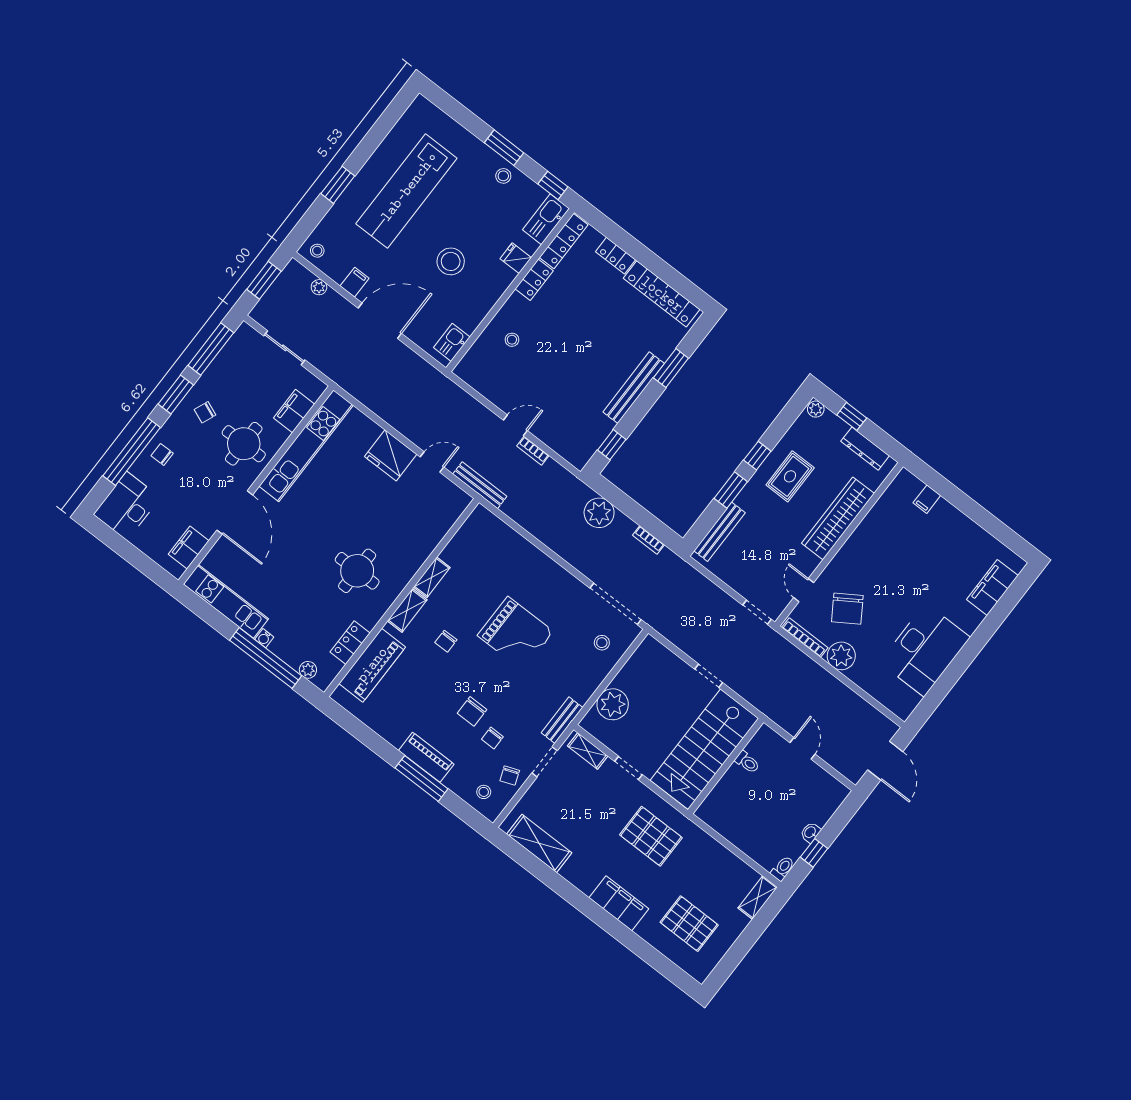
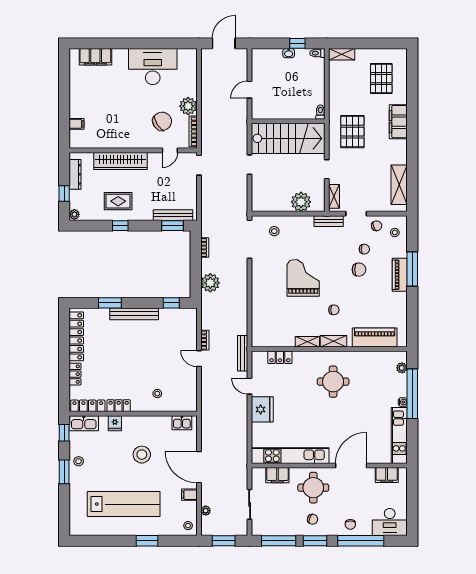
window: (731, 490) -> (172, 226), moved
locker: (350, 643) -> (280, 357), moved
toilet: (747, 762) -> (320, 112), moved

